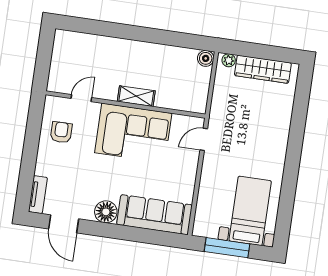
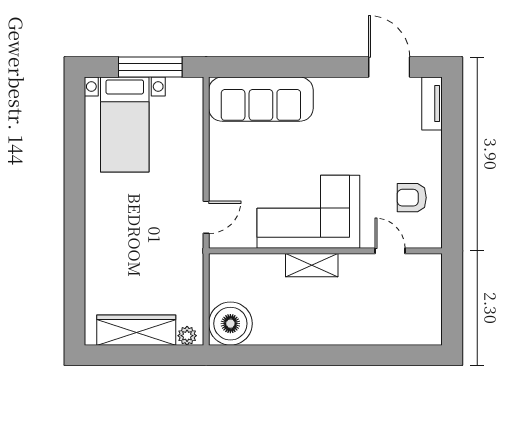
boiler: (206, 58) -> (230, 324), width x1.86, depth x1.86
door: (81, 98) -> (390, 251), swing flipped
armchair: (61, 132) -> (412, 198), turned 90
floor lamp: (106, 212) -> (331, 93), removed

